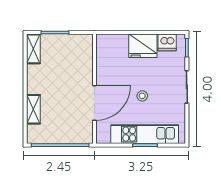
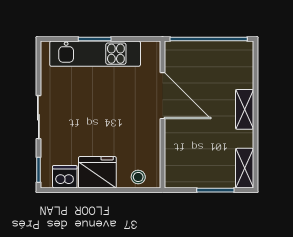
stool: (142, 96) -> (138, 177), moved
door: (94, 103) -> (162, 96), swing flipped
shelving: (33, 109) -> (245, 109), moved

